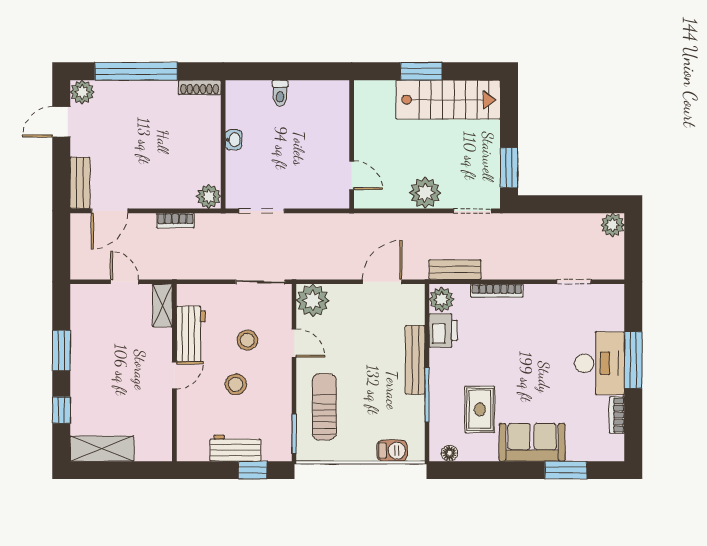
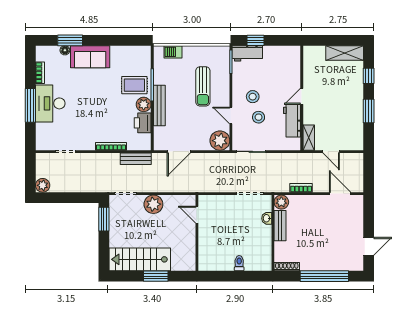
plant: (82, 92) -> (356, 264), removed
washbasin: (234, 140) -> (267, 218), moved
bench: (80, 183) -> (280, 226), moved
door: (110, 211) -> (340, 194), hinge flipped
plant: (442, 299) -> (144, 104), moved
stool: (236, 384) -> (253, 97), moved
sun lounger: (324, 407) -> (203, 86), moved
rug: (480, 409) -> (134, 85), moved, turned 90
workbench: (235, 448) -> (247, 53), moved
floor lamp: (449, 453) -> (65, 50), moved

